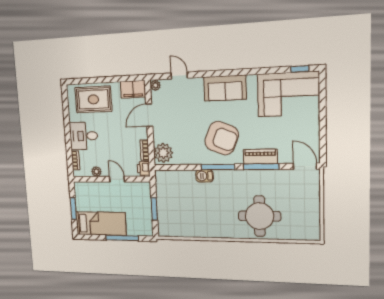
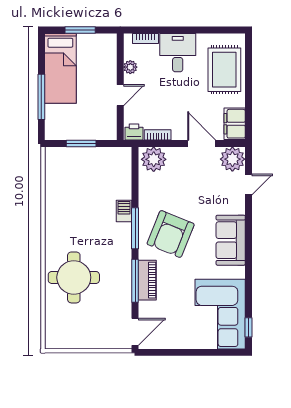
plant: (155, 85) -> (232, 159), width x1.88, depth x1.88

